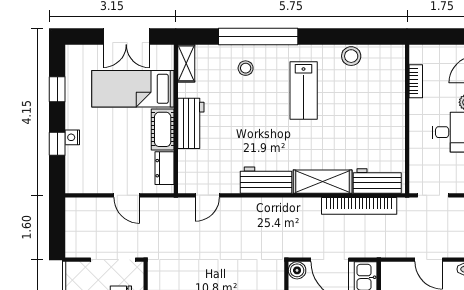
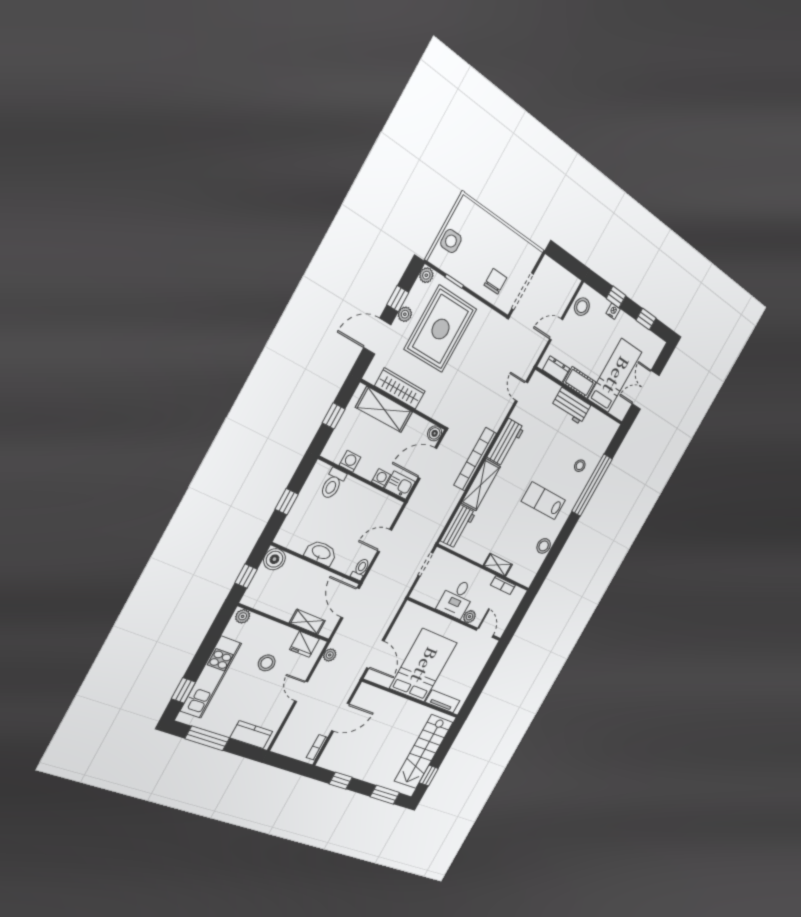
shelving: (186, 63) -> (498, 565), moved
stool: (89, 179) -> (582, 307), added
bookcase: (359, 206) -> (475, 459), moved

